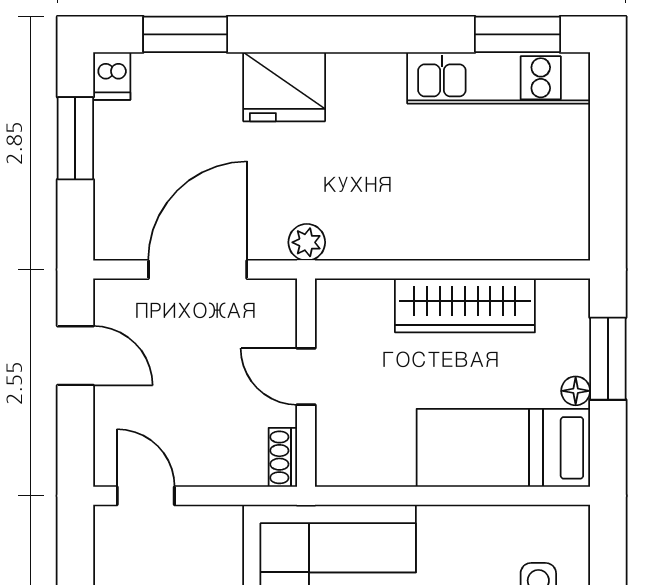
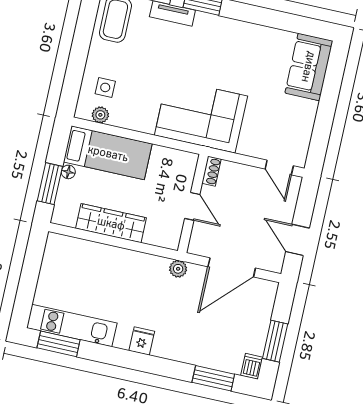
fridge: (284, 87) -> (142, 341), moved, width x0.53, depth x0.75
plant: (536, 522) -> (100, 115), added

